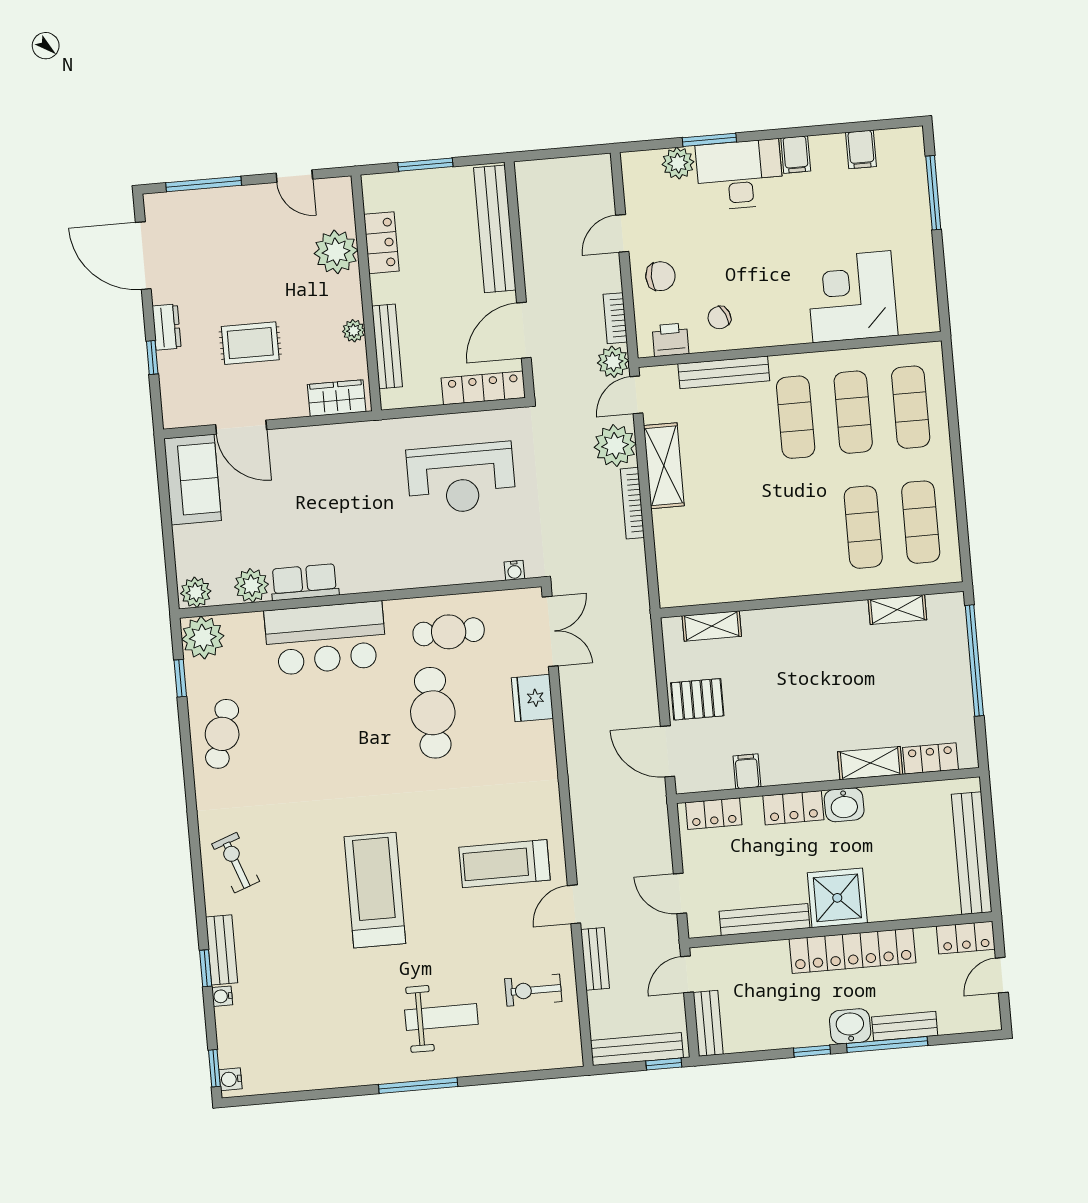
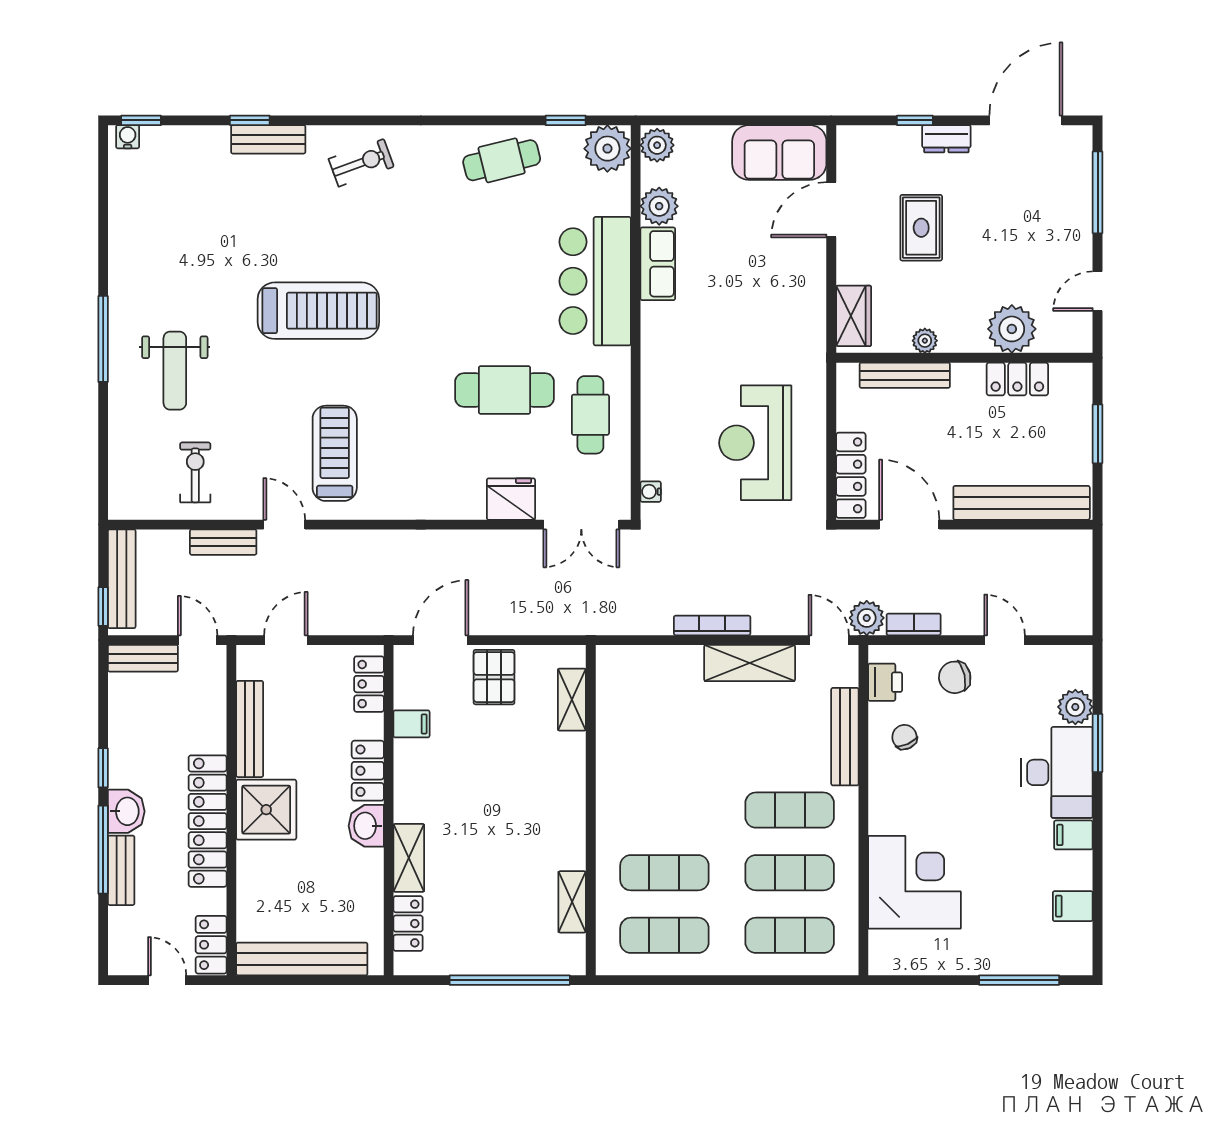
chair: (660, 276) -> (955, 677), turned 77
plant: (615, 446) -> (776, 612), removed
cafe table: (222, 734) -> (502, 160), turned -30
water cooler: (222, 996) -> (218, 136), removed

